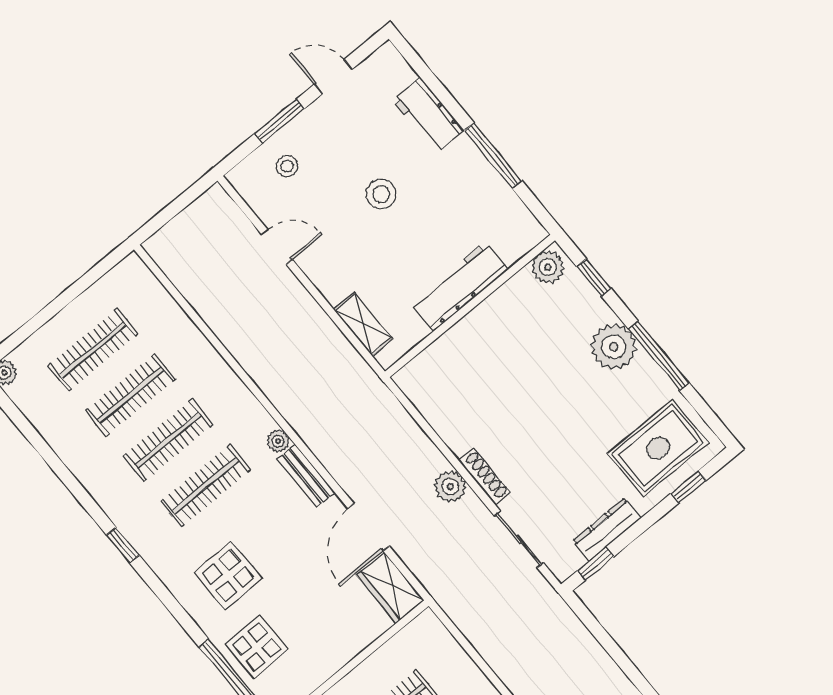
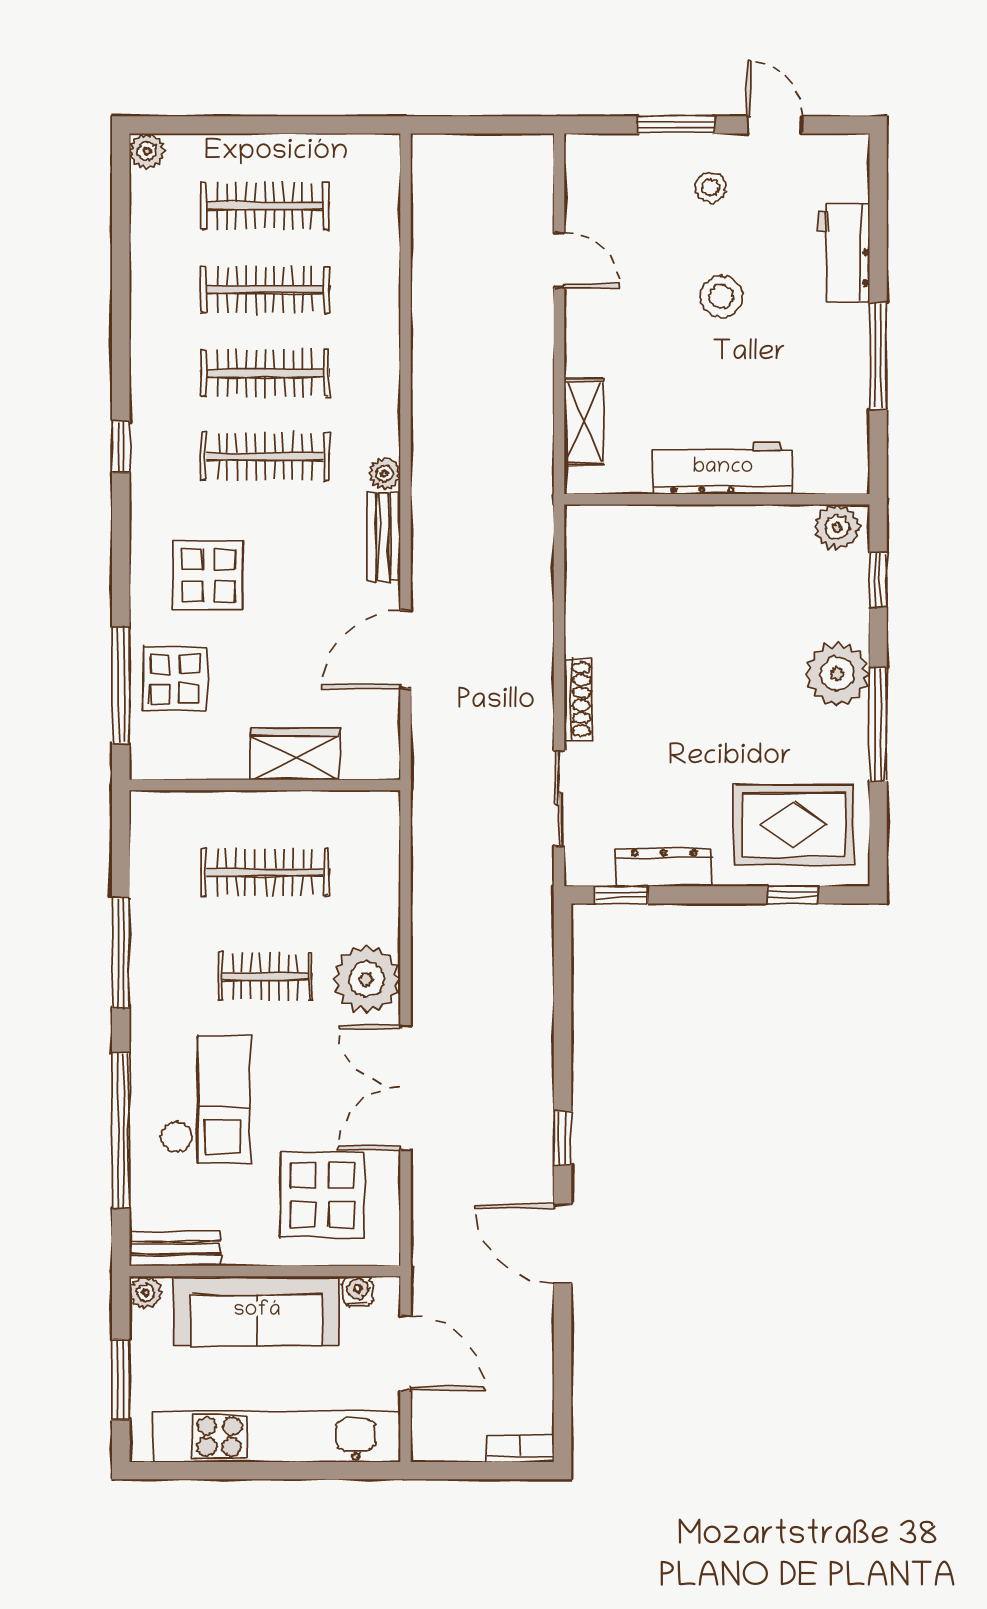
stool: (287, 166) -> (710, 187), moved
plant: (450, 487) -> (532, 679), removed
wardrobe: (390, 588) -> (295, 754), moved, turned 90

